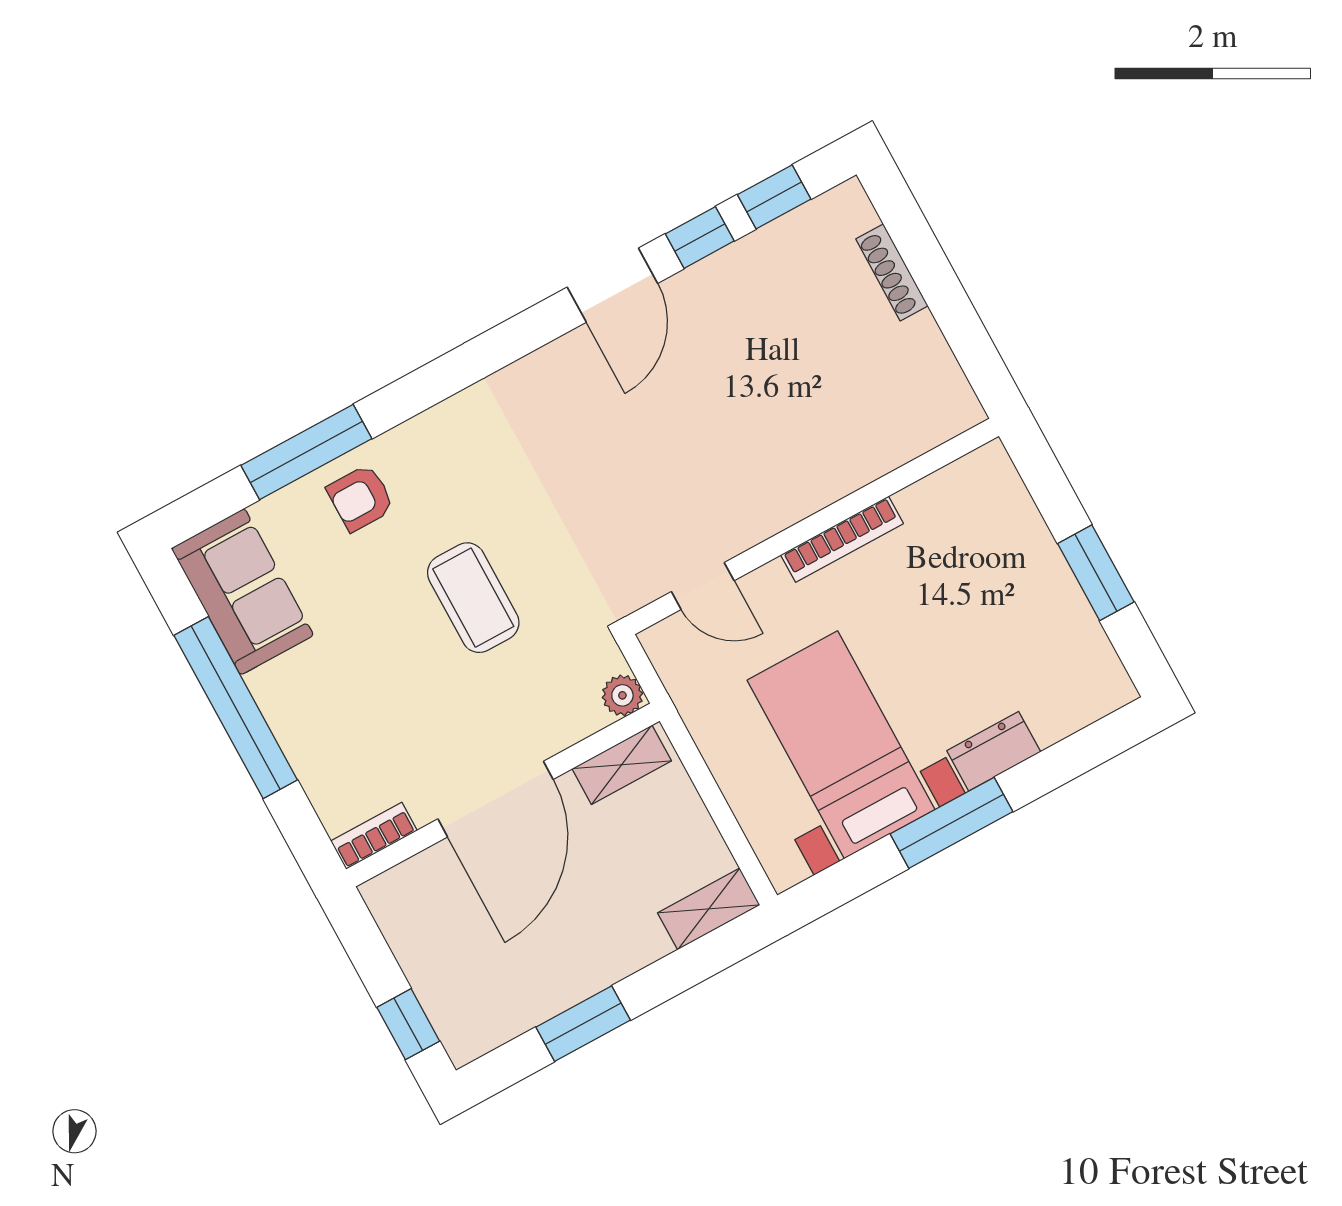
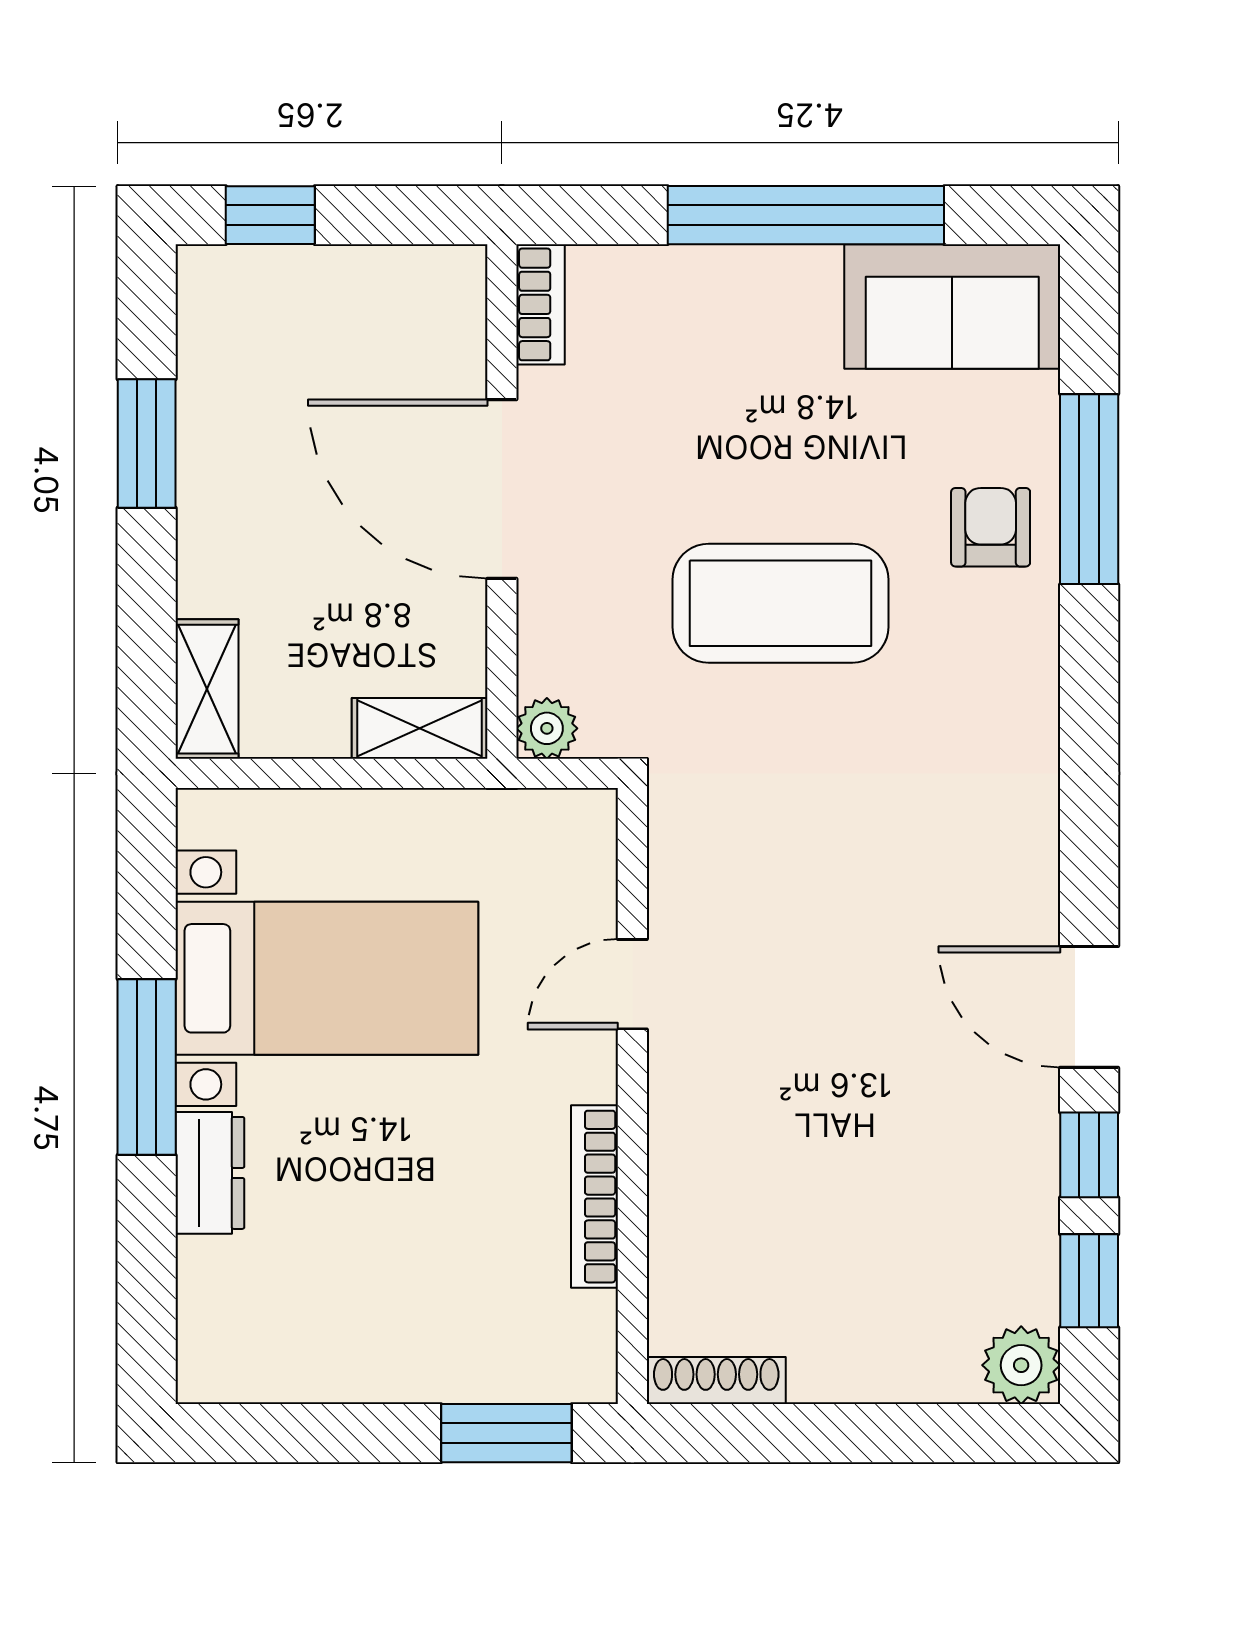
plant: (846, 210) -> (1021, 1365), added
shoe rack: (892, 272) -> (716, 1381), moved
bookcase: (842, 539) -> (594, 1197), moved
window: (1096, 573) -> (506, 1433), moved
door: (703, 586) -> (632, 984), moved
coffee table: (473, 598) -> (780, 603), width x1.36, depth x1.32
shelving: (622, 765) -> (420, 728), moved, turned 90

